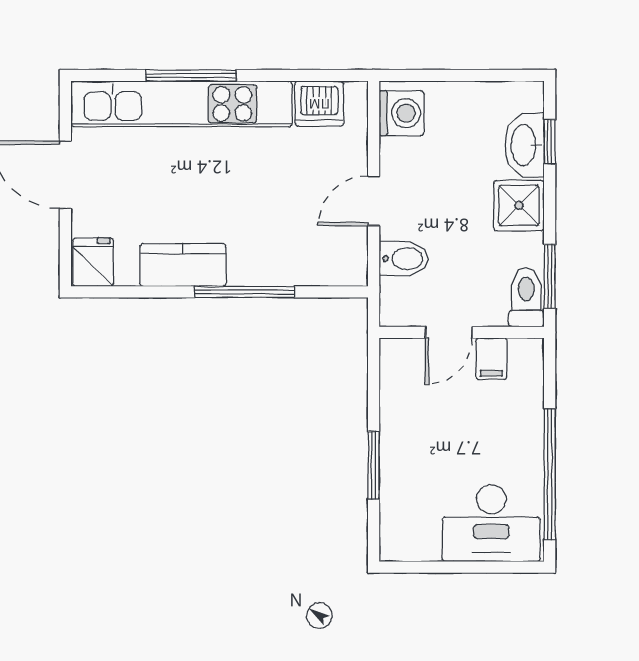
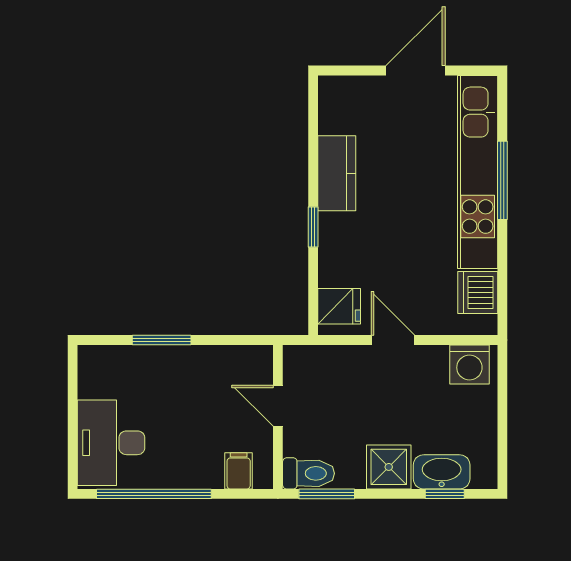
bidet: (404, 259) -> (342, 366), removed
fridge: (93, 262) -> (339, 306), moved
window: (244, 292) -> (313, 227), width x0.46
filing cabinet: (491, 359) -> (239, 471), moved, turned 90

